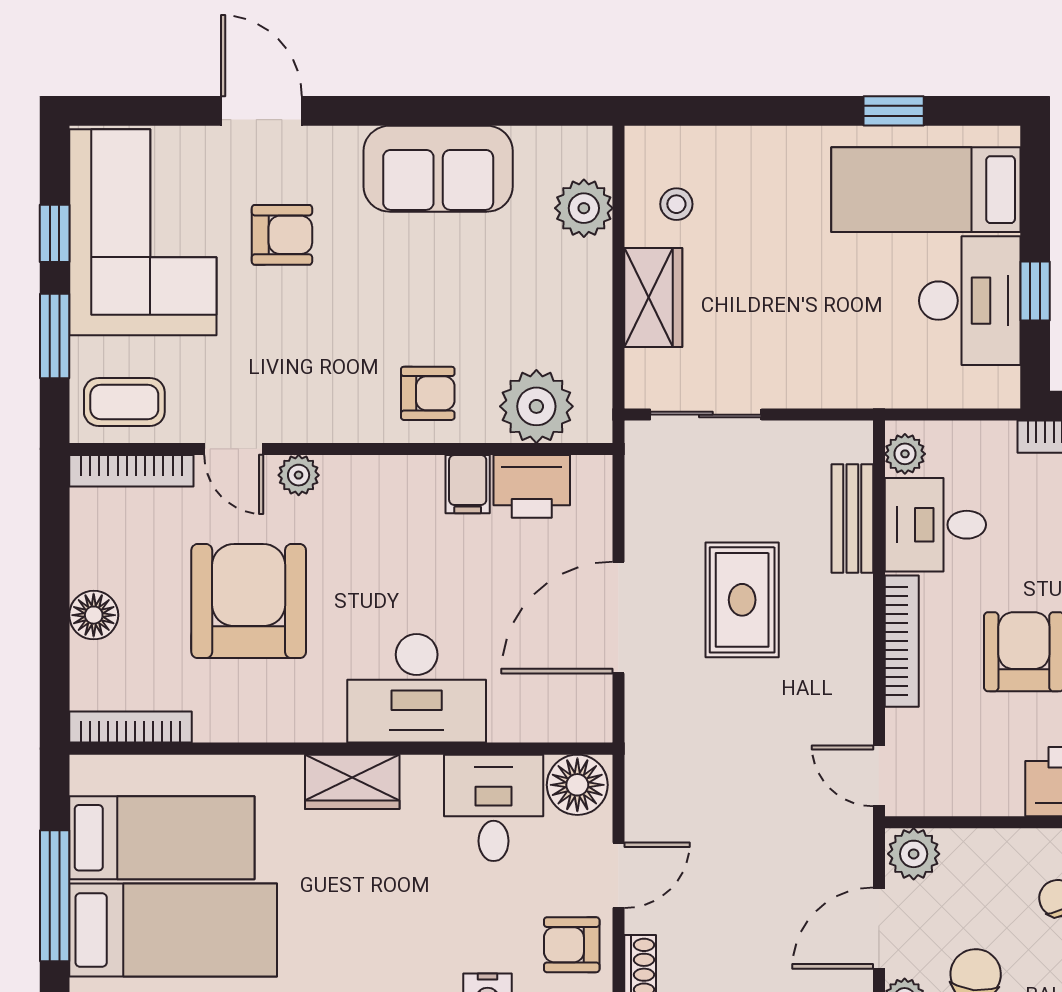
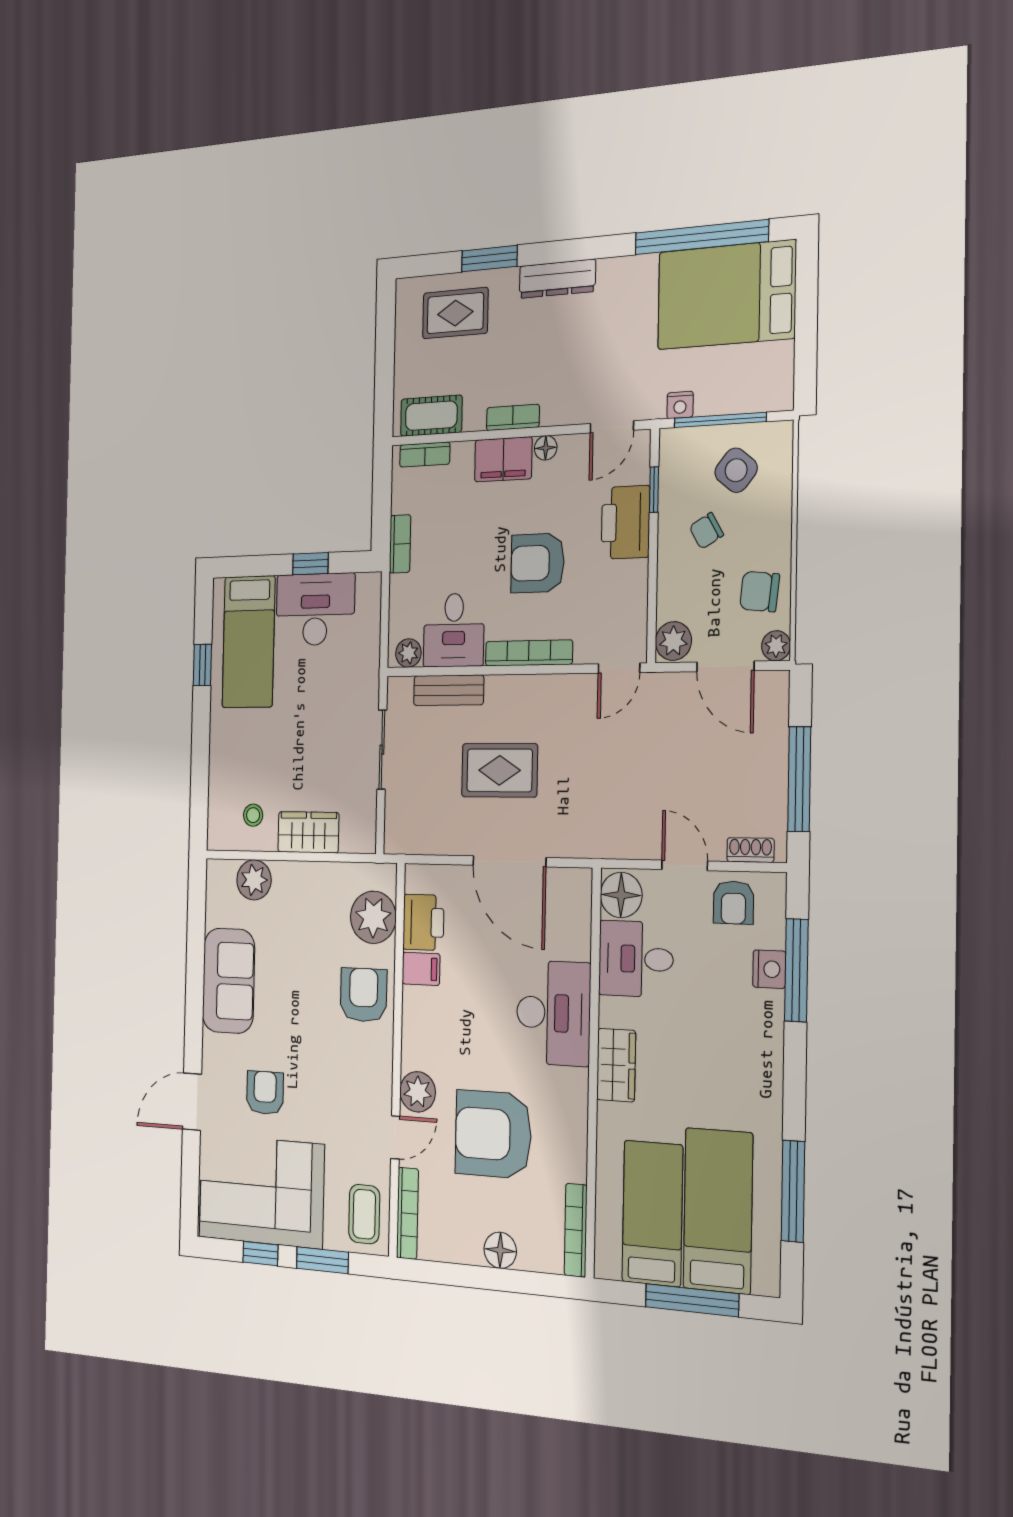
armchair: (428, 393) -> (364, 995), width x1.38, depth x1.38
sliding door: (706, 415) -> (382, 750), moved
plant: (299, 475) -> (418, 1092), width x1.38, depth x1.38

